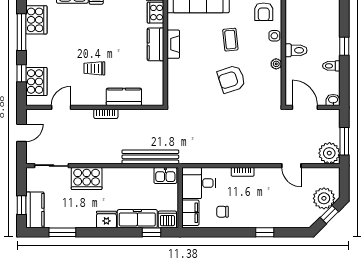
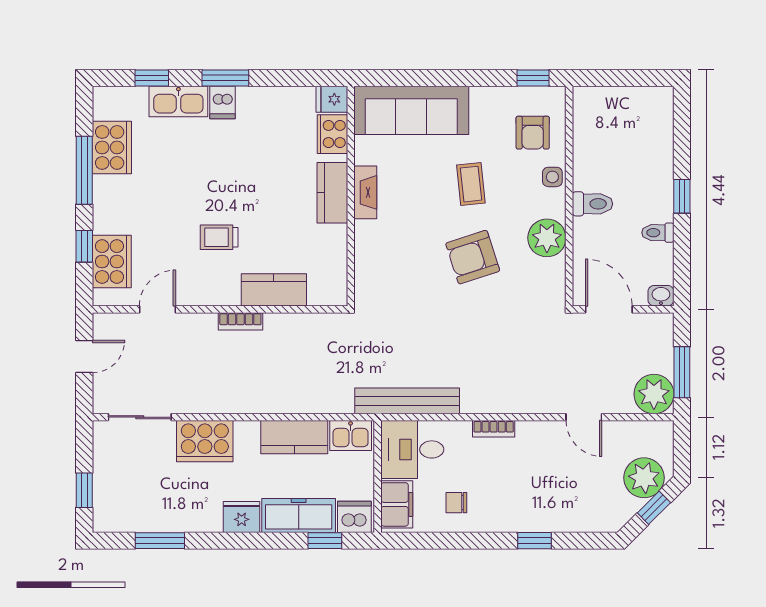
plant: (276, 64) -> (547, 238), width x1.88, depth x1.88
bench: (150, 157) -> (407, 401), moved
kitchen counter: (35, 210) -> (294, 437), moved, turned 90

